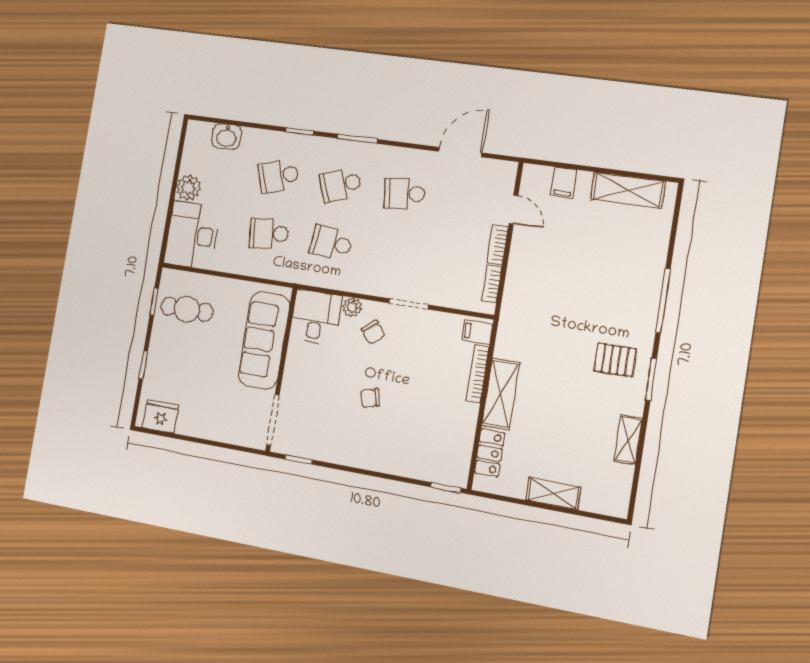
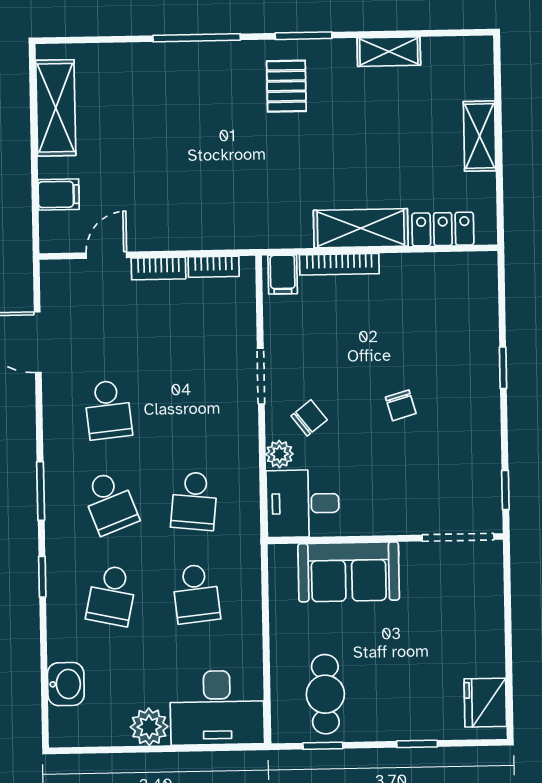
school desk: (279, 176) -> (112, 595), turned 30
sofa: (264, 340) -> (349, 572), width x0.73
window: (446, 487) -> (503, 368), moved

